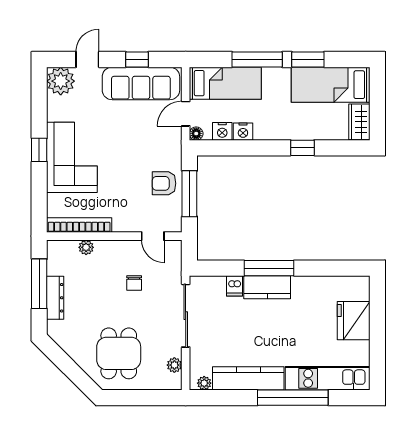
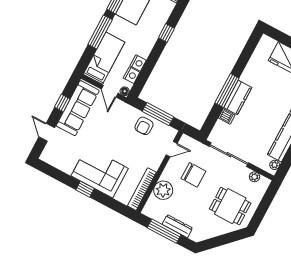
plant: (61, 81) -> (51, 155), removed
plant: (86, 247) -> (163, 190), width x1.87, depth x1.87
chair: (134, 283) -> (193, 175), width x1.87, depth x1.87

